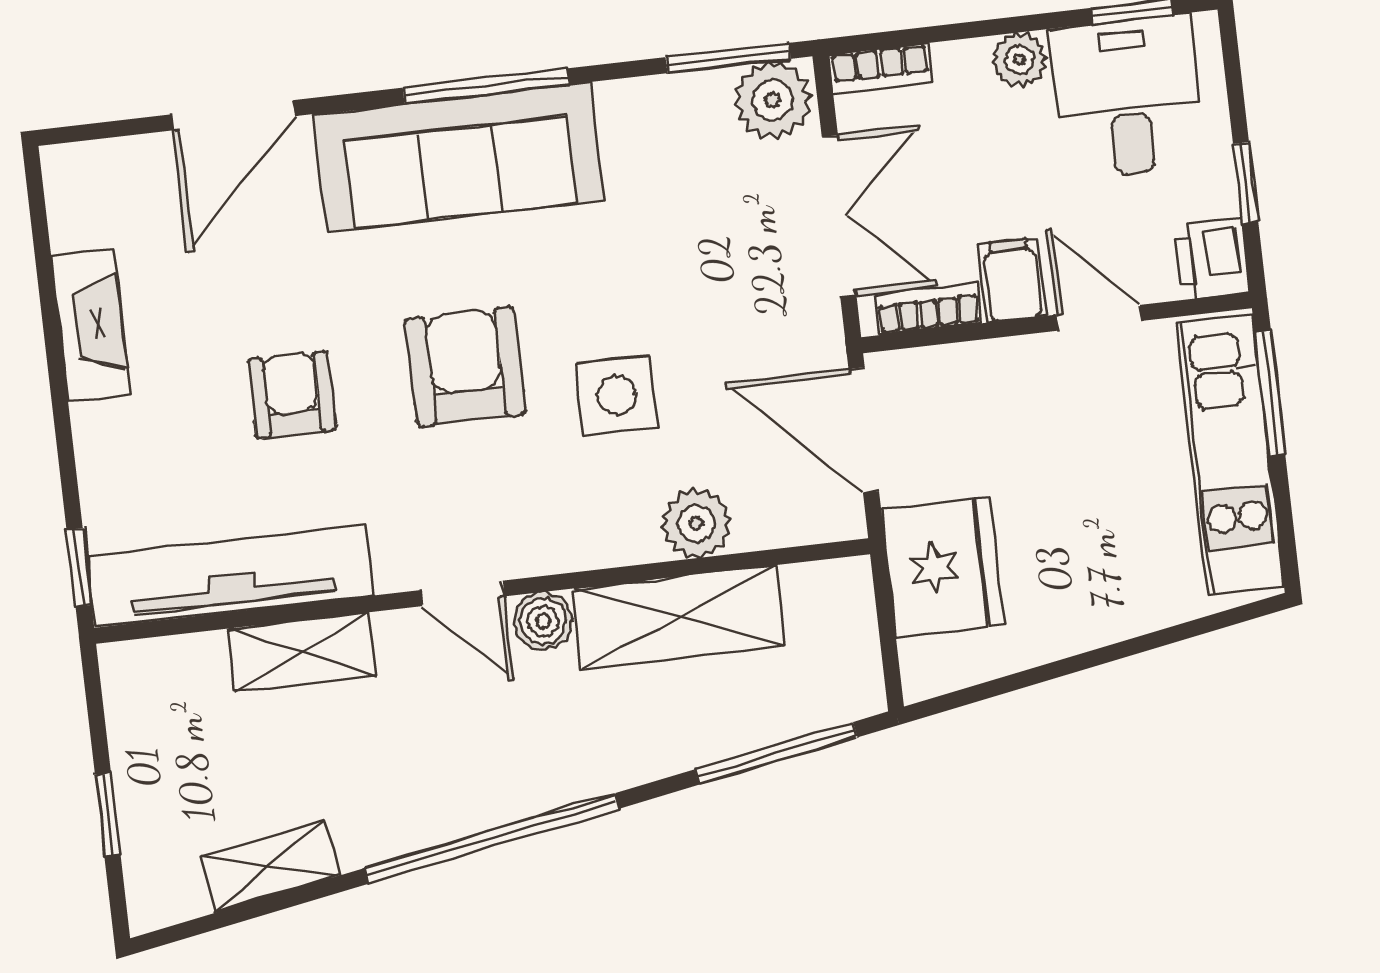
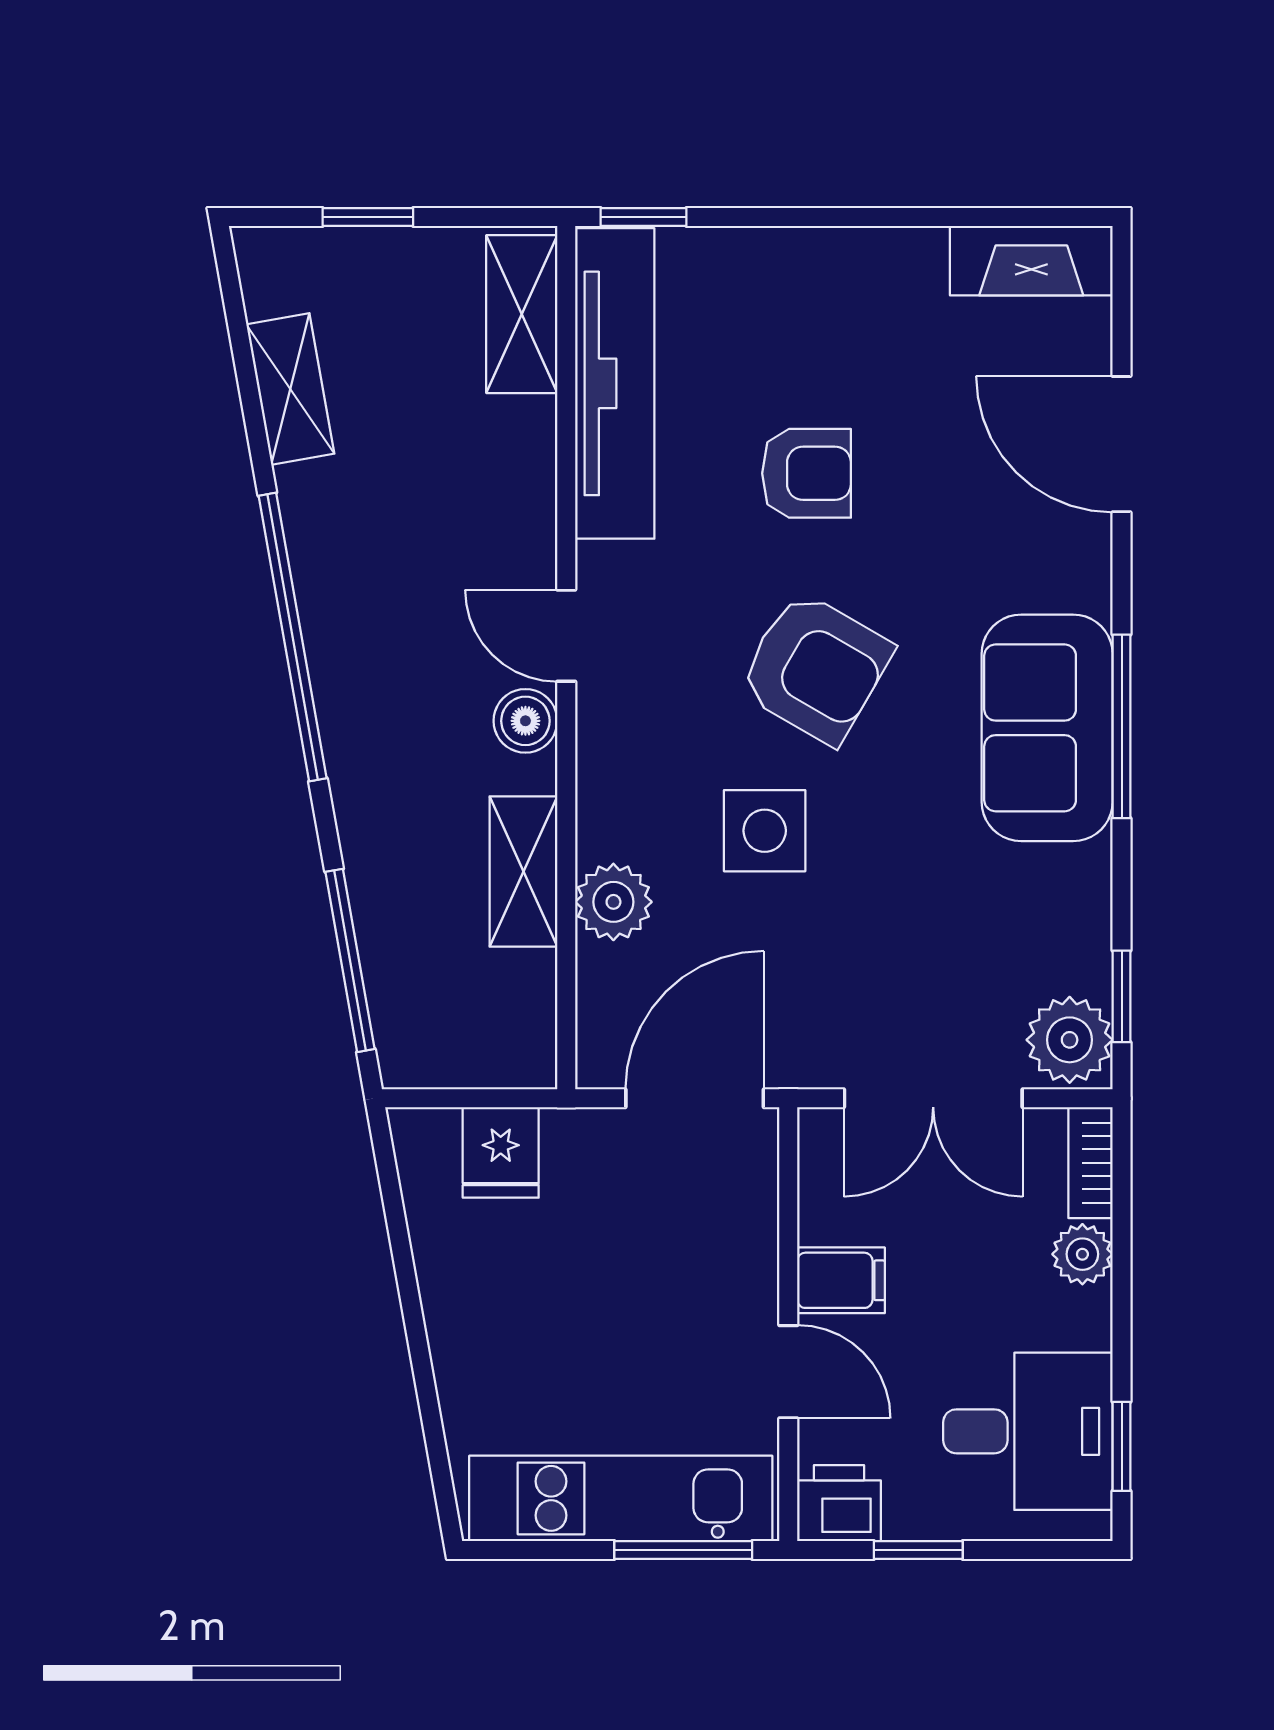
window: (728, 58) -> (1122, 996), width x0.67
plant: (1019, 60) -> (1082, 1254), moved
sofa: (459, 157) -> (1047, 728), width x0.73
bookcase: (928, 309) -> (820, 1184), removed
door: (1099, 318) -> (788, 1372), hinge flipped
fireplace: (91, 325) -> (1031, 261), moved
armchair: (465, 367) -> (815, 668), turned 30
fridge: (943, 567) -> (501, 1152), width x0.53, depth x0.75
door: (462, 593) -> (566, 636), hinge flipped
shelving: (679, 617) -> (523, 871), width x0.67, depth x0.75
shelving: (302, 652) -> (522, 314), moved

